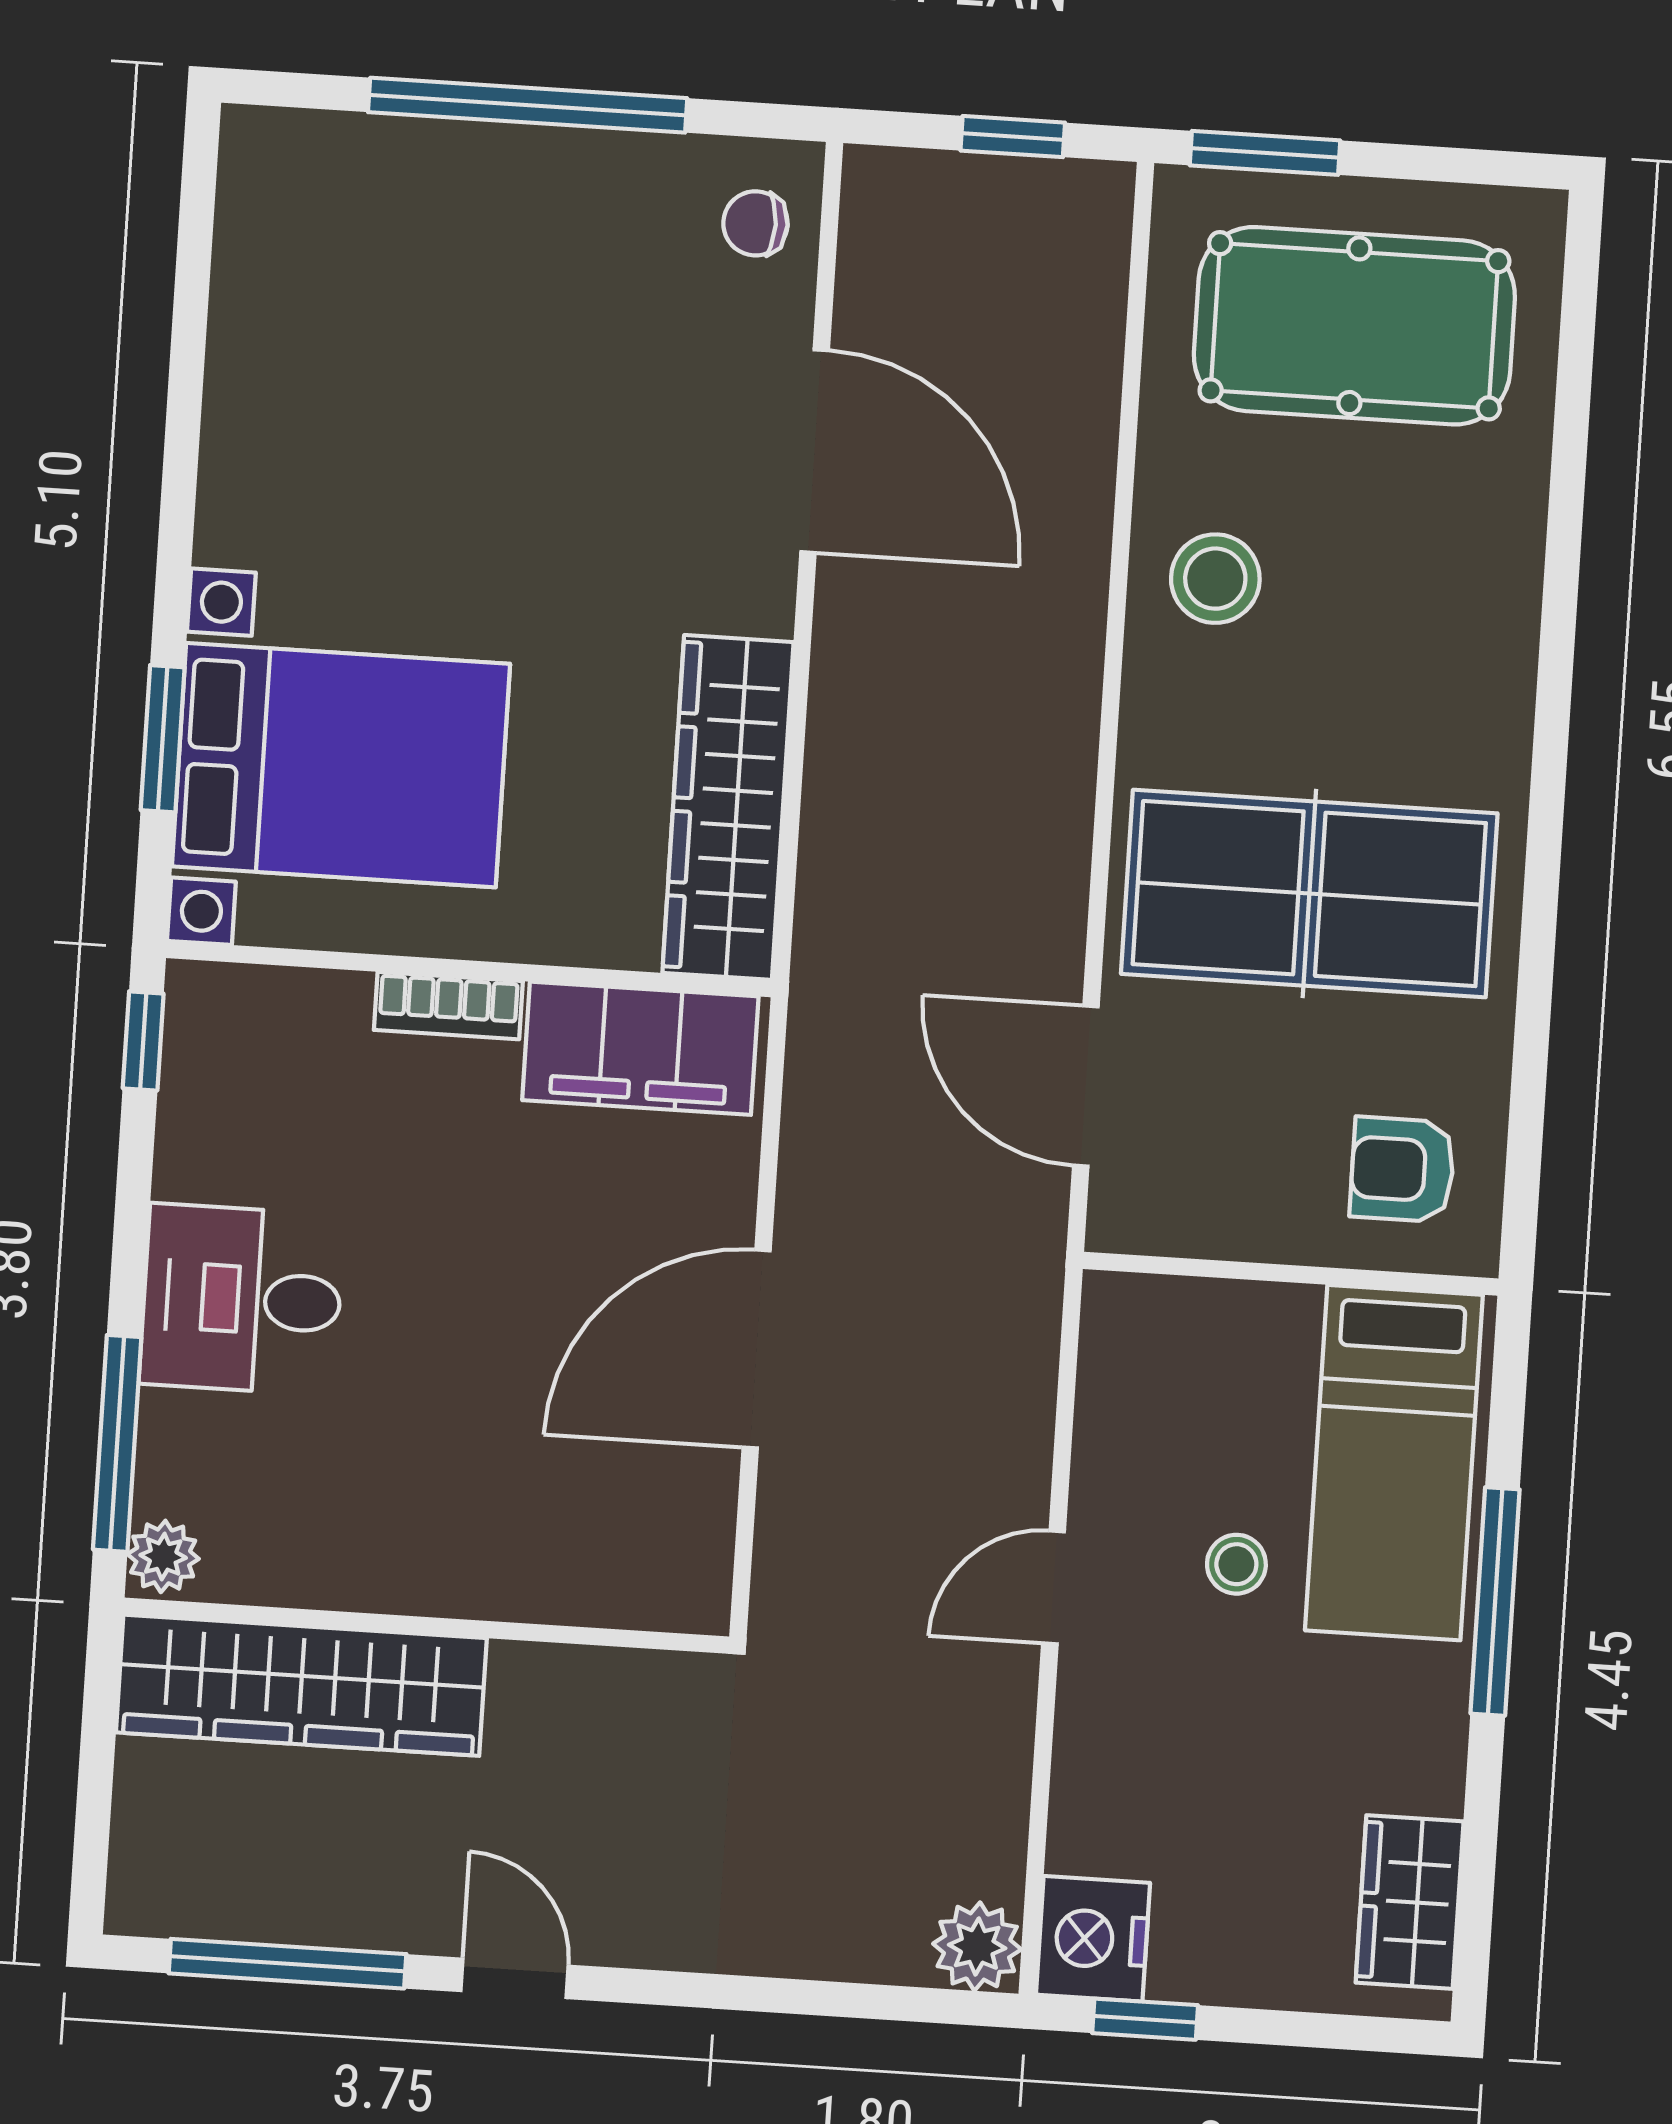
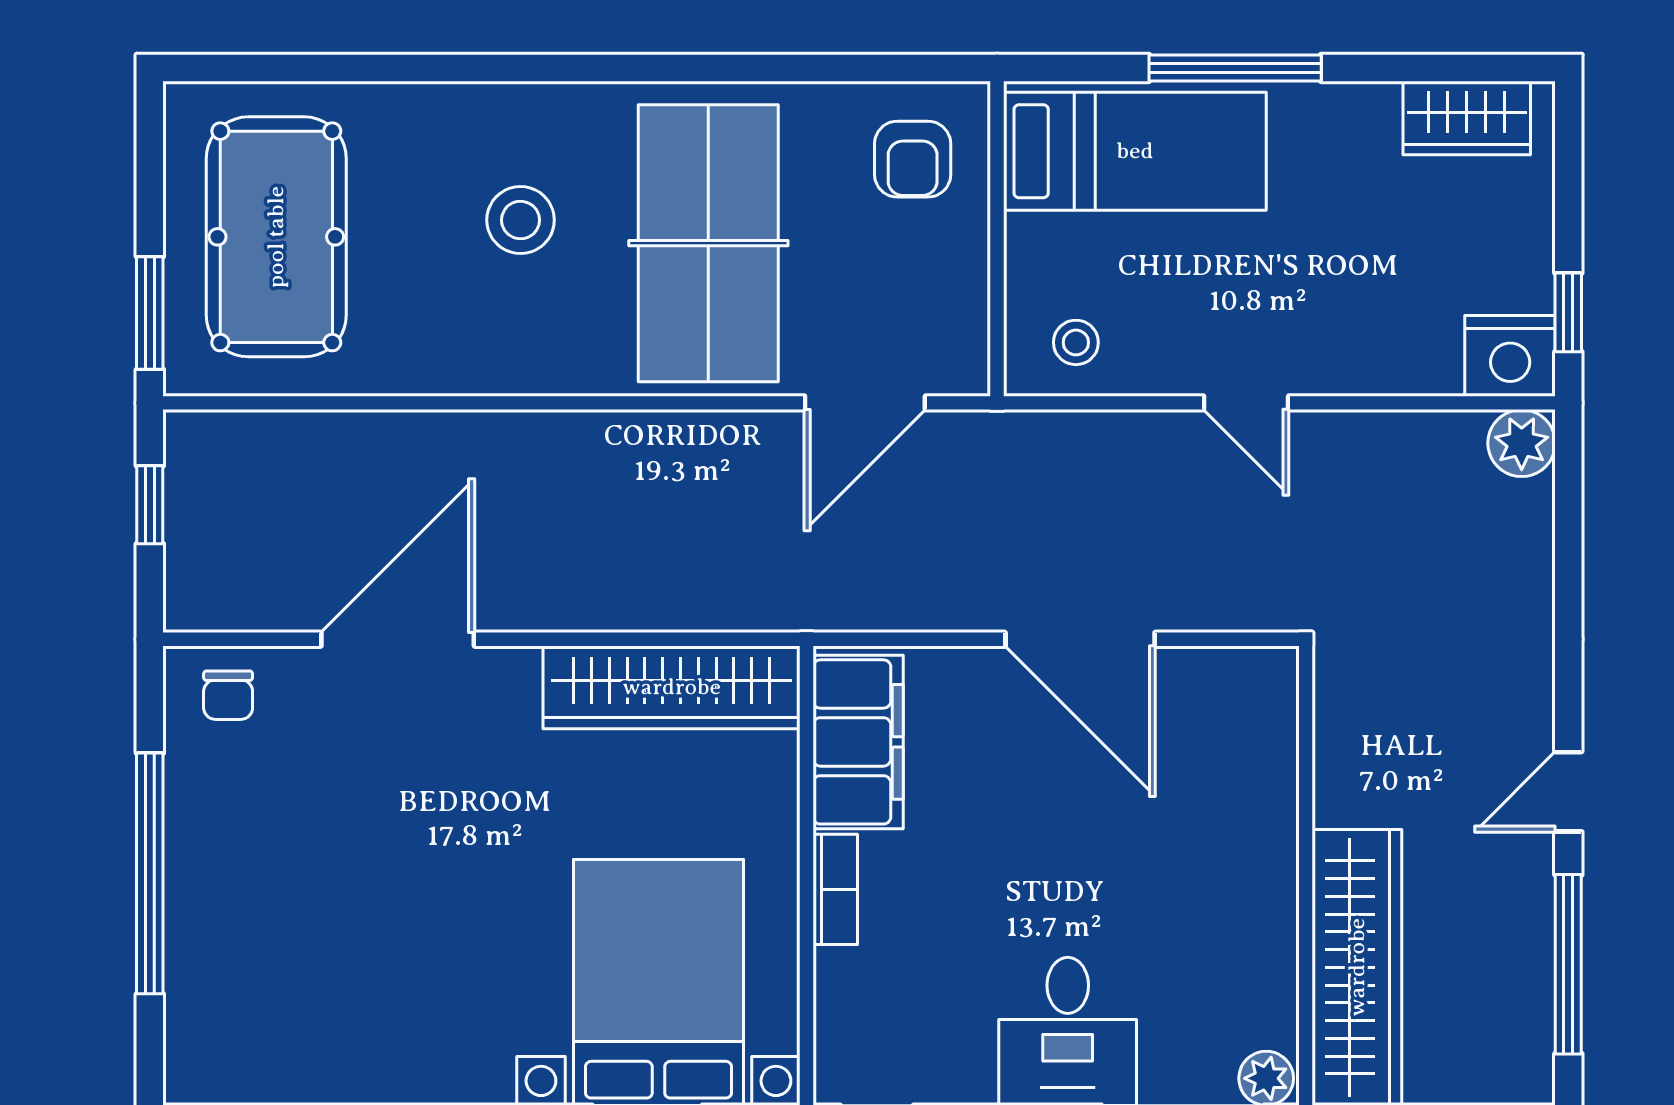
stool: (1215, 579) -> (521, 220), moved
stool: (1236, 1564) -> (1076, 342), moved

